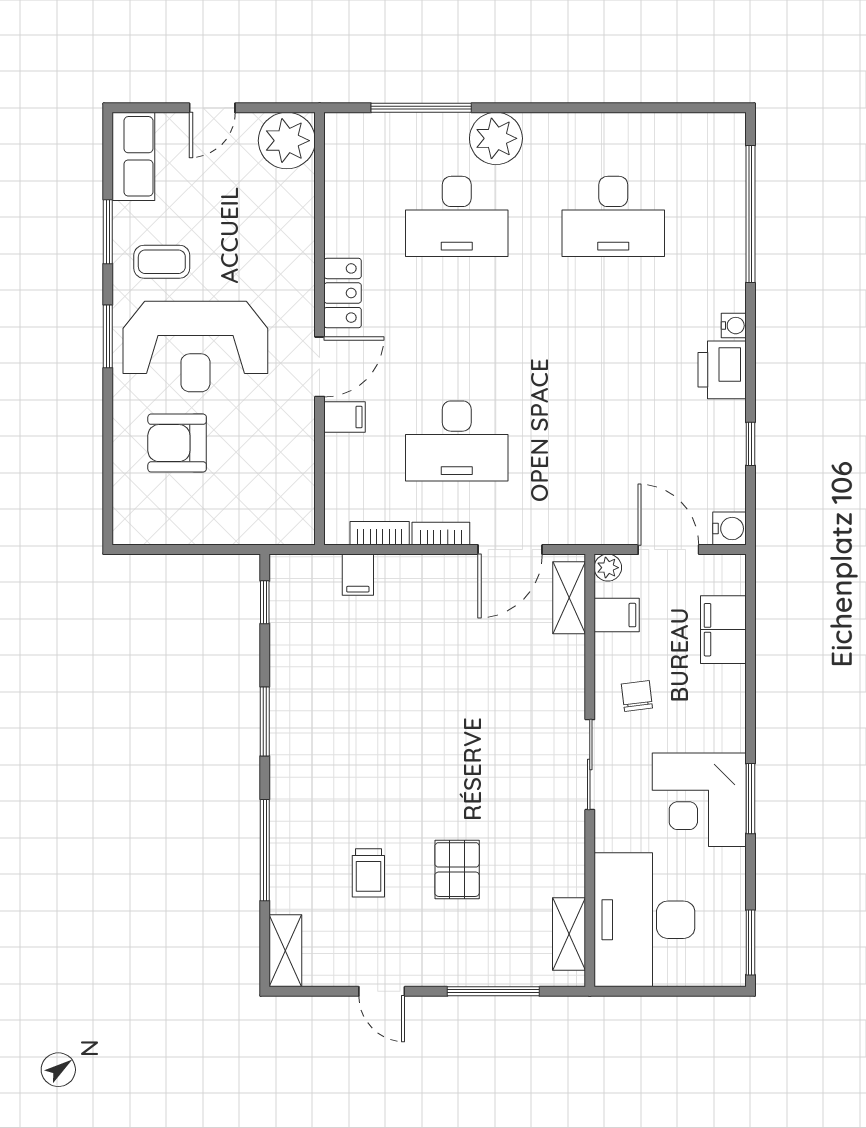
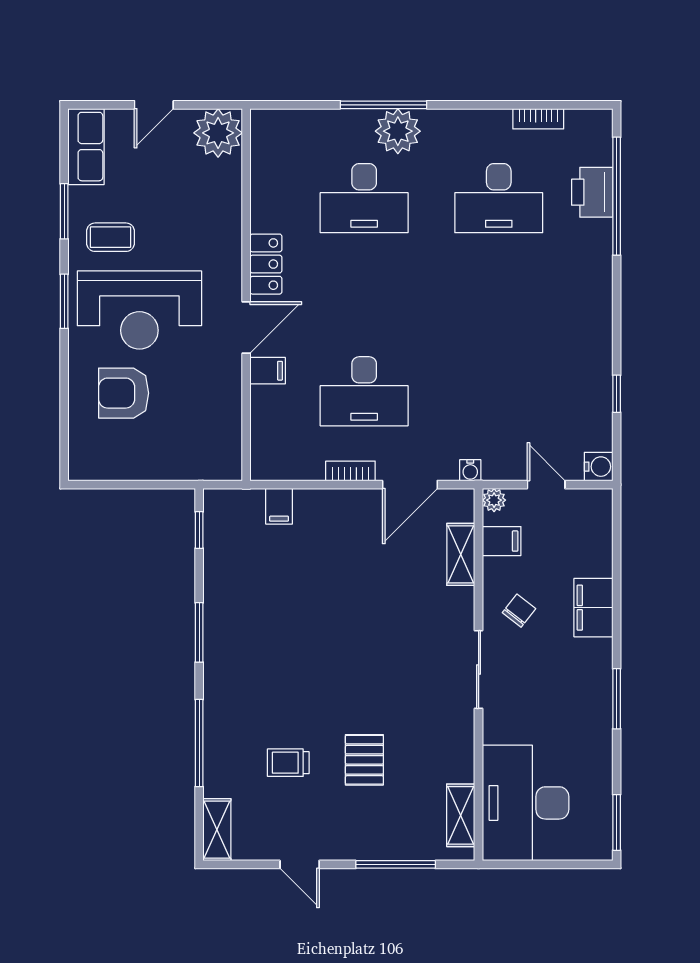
window: (421, 108) -> (383, 105), moved
water cooler: (734, 326) -> (470, 470), moved, turned 90
printer: (722, 370) -> (592, 192), moved
bookcase: (380, 533) -> (538, 119), moved, turned 180
door: (668, 550) -> (546, 485), width x0.73
shelving: (569, 598) -> (461, 554), moved
filing cabinet: (723, 630) -> (593, 608), moved
chair: (637, 696) -> (519, 611), turned 45
corner desk: (699, 800) -> (573, 700), removed
trolley: (368, 873) -> (288, 763), turned 90

